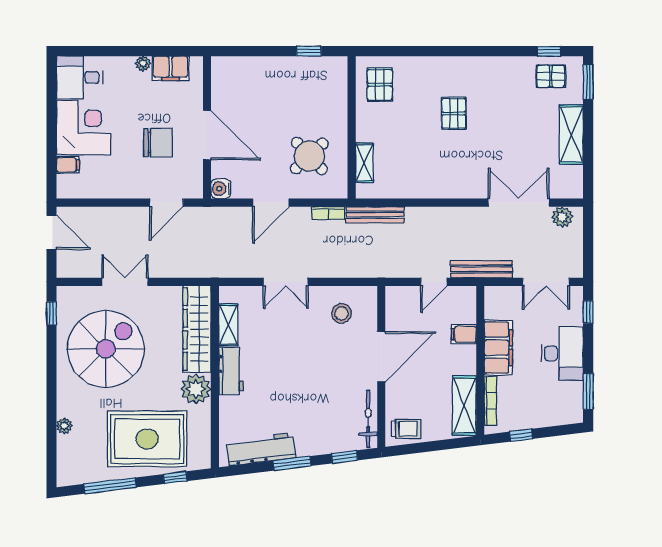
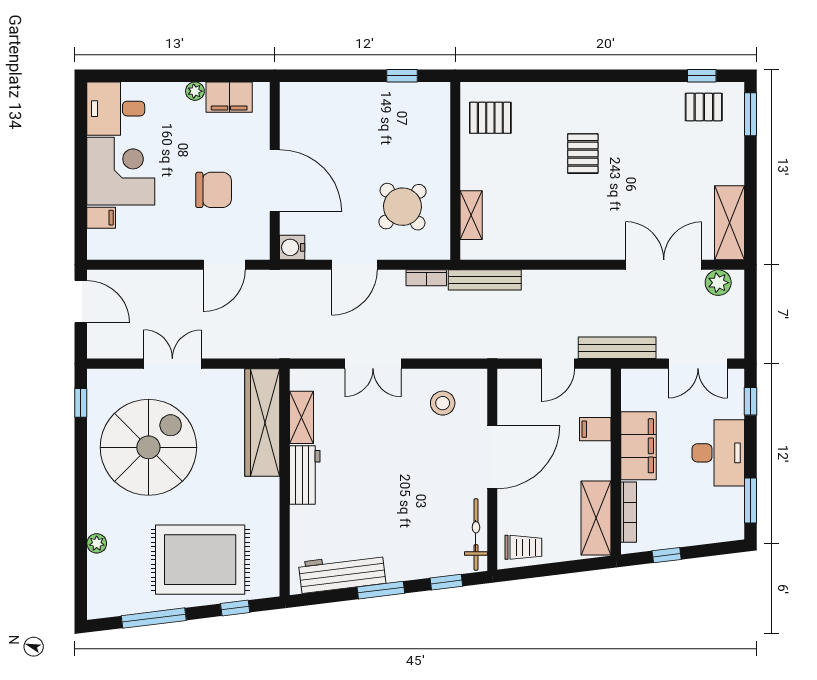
pallet: (380, 85) -> (490, 118), turned 90
shelving: (571, 135) -> (730, 223), moved
plant: (196, 389) -> (261, 497), removed

